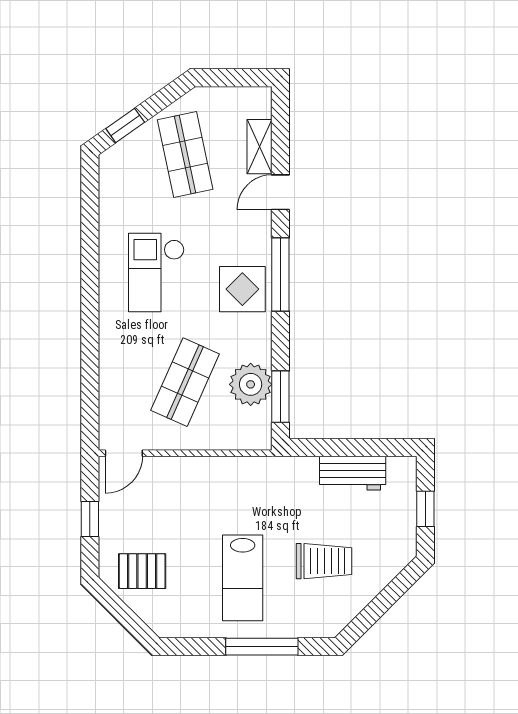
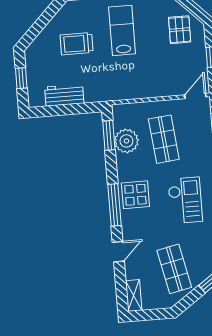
shelving: (260, 147) -> (134, 295), moved
shop shelf: (185, 382) -> (164, 139), turned -30
pallet: (142, 571) -> (180, 30), turned 90

